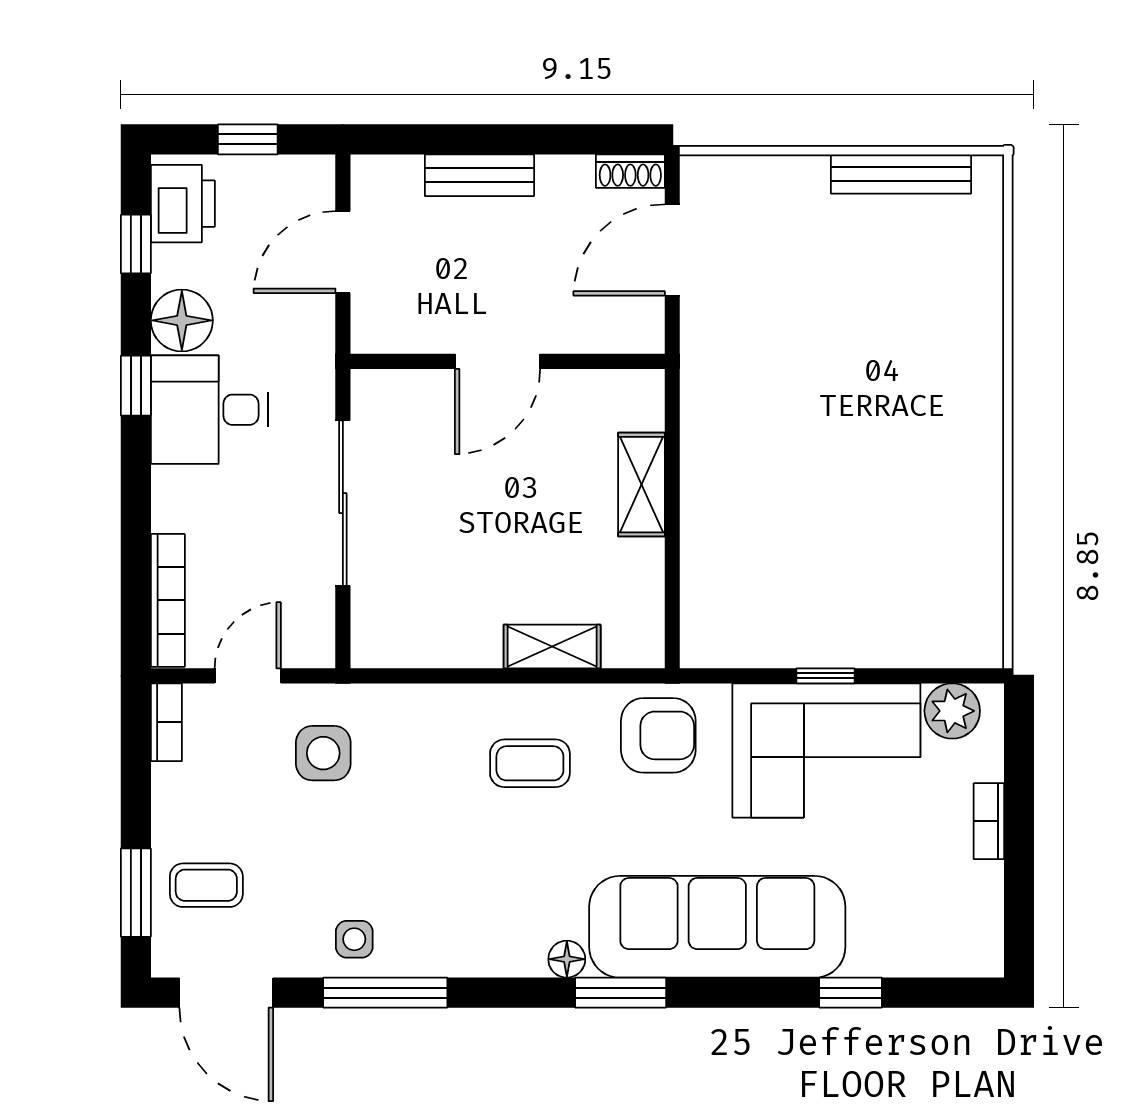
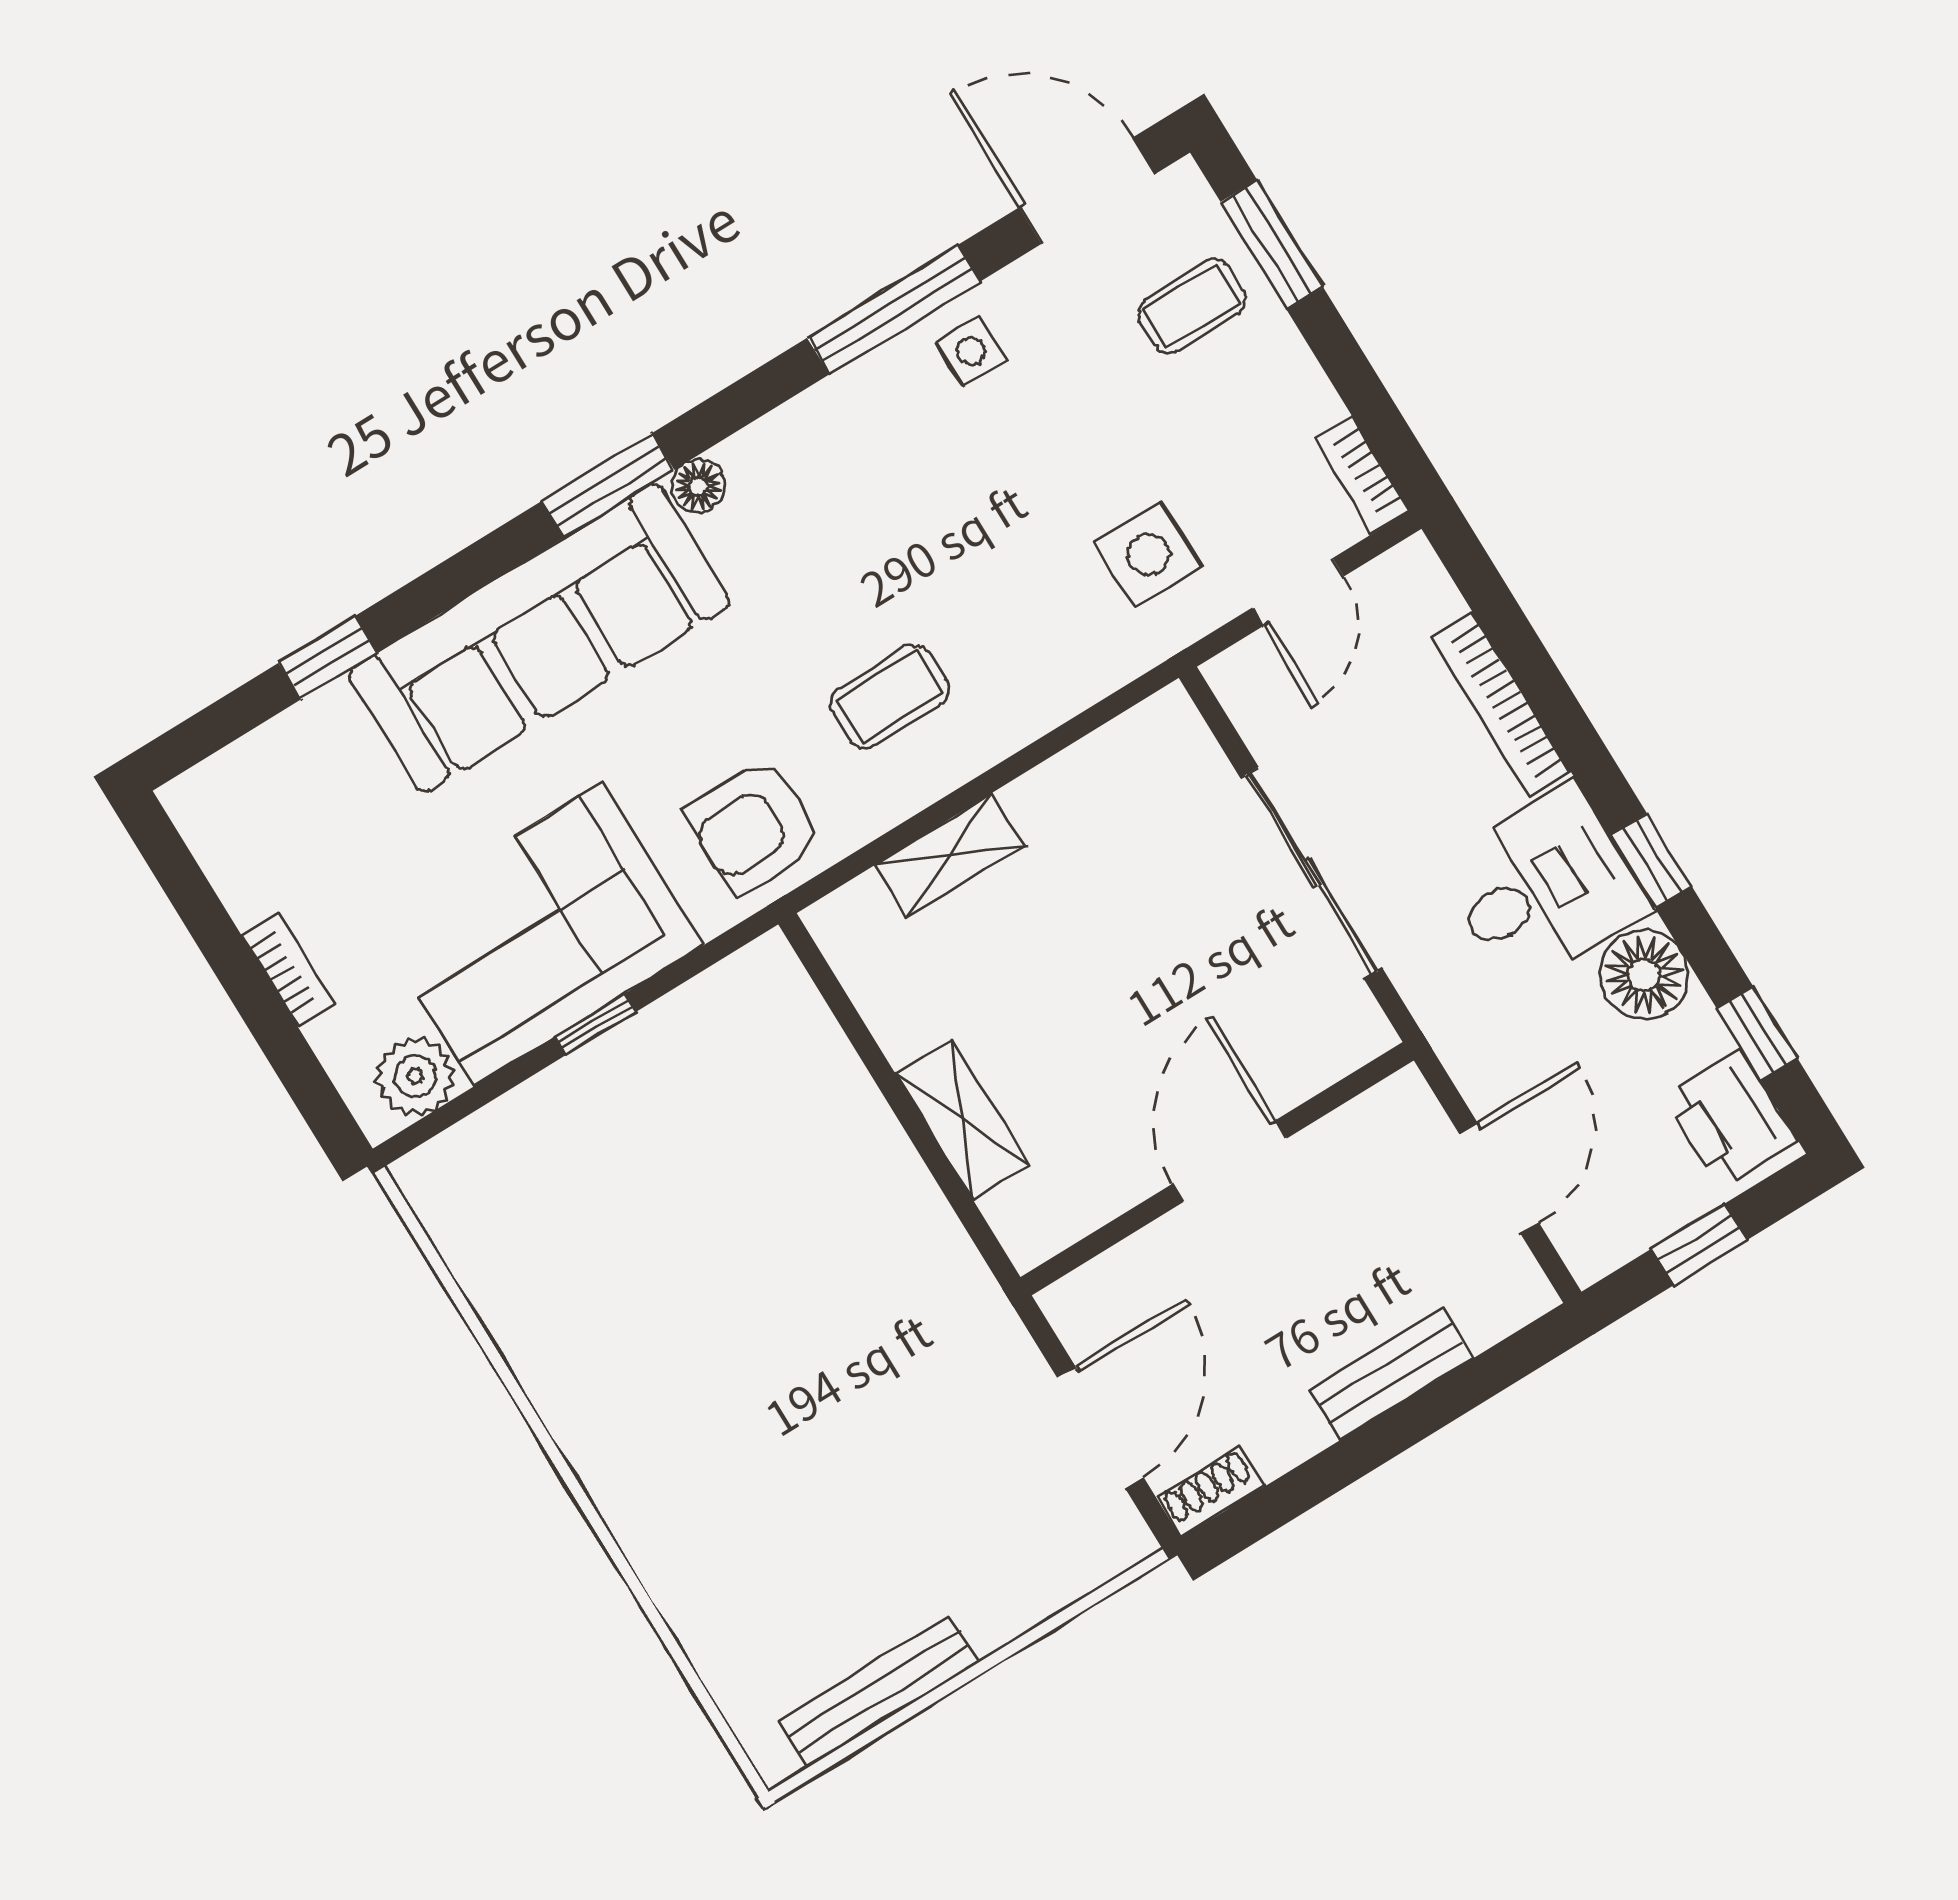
bookcase: (168, 600) -> (1501, 704), moved

